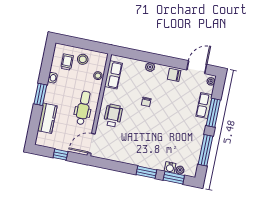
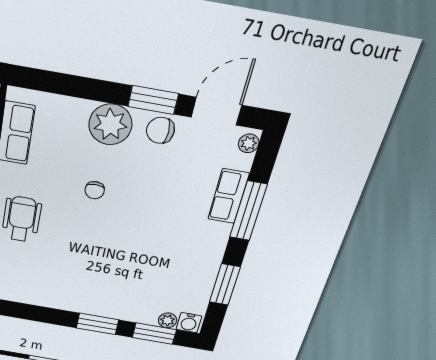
window: (171, 62) -> (153, 100), added
plant: (150, 67) -> (110, 124), width x1.88, depth x1.88
window: (206, 150) -> (225, 284), width x0.69
water cooler: (170, 167) -> (189, 323), moved

